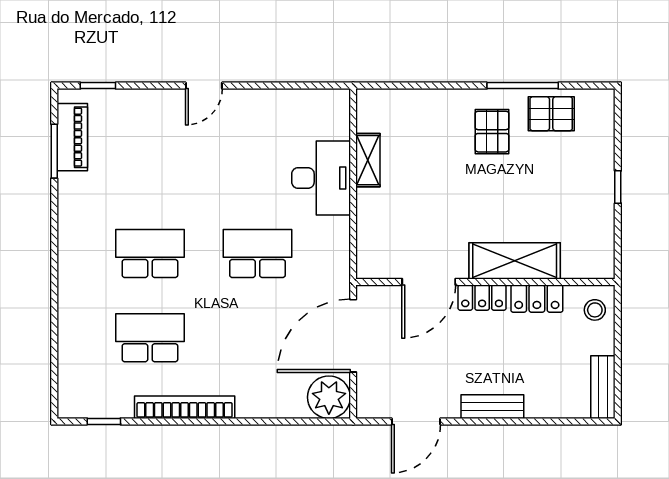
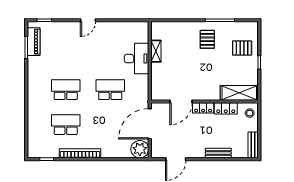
pallet: (551, 114) -> (242, 48), moved
shelving: (515, 261) -> (239, 93), moved
bench: (492, 407) -> (218, 153), moved

